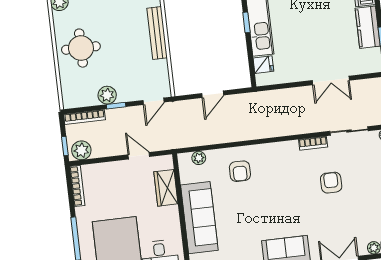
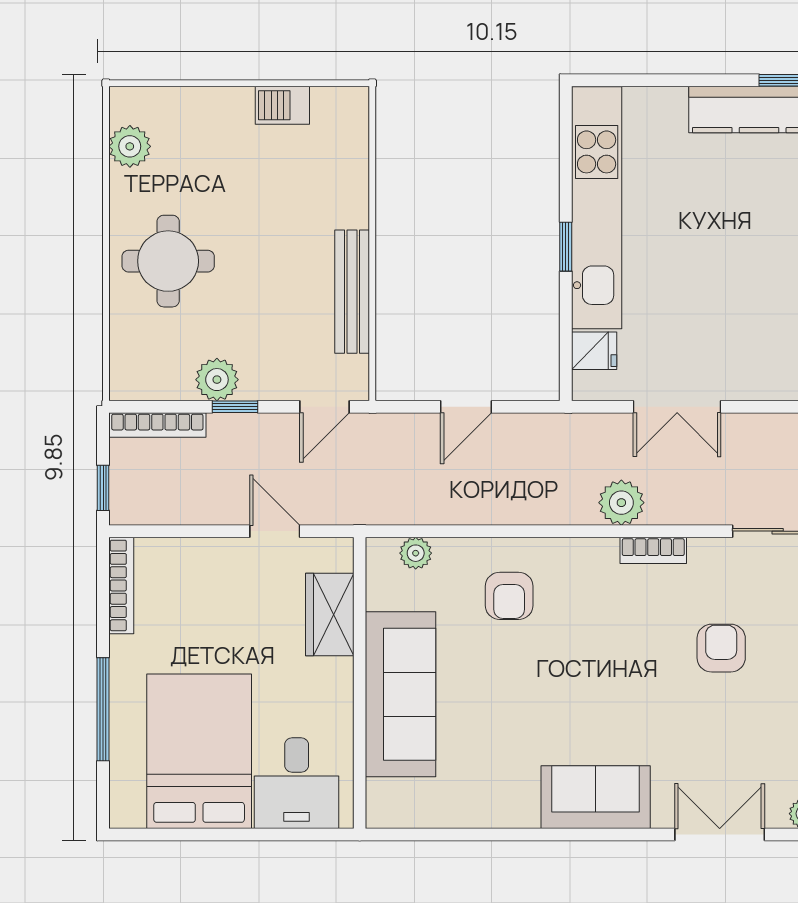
bench: (157, 33) -> (352, 292), moved
double door: (331, 80) -> (677, 407), moved
bookcase: (313, 143) -> (653, 550), moved
plant: (81, 150) -> (621, 503), moved

